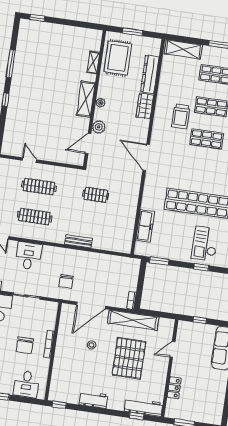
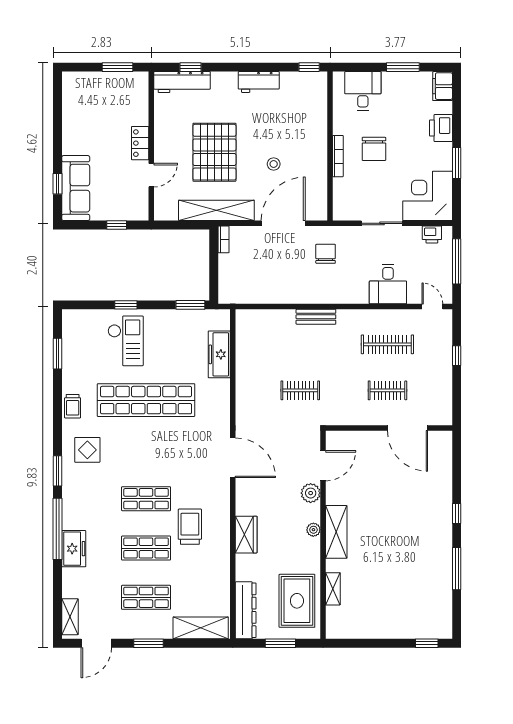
dresser: (150, 74) -> (246, 610), moved
door: (29, 160) -> (407, 428), width x1.88
clothes rail: (39, 187) -> (387, 390), width x0.73
chair: (25, 345) -> (374, 149), turned 180
locker: (174, 388) -> (140, 143), moved

